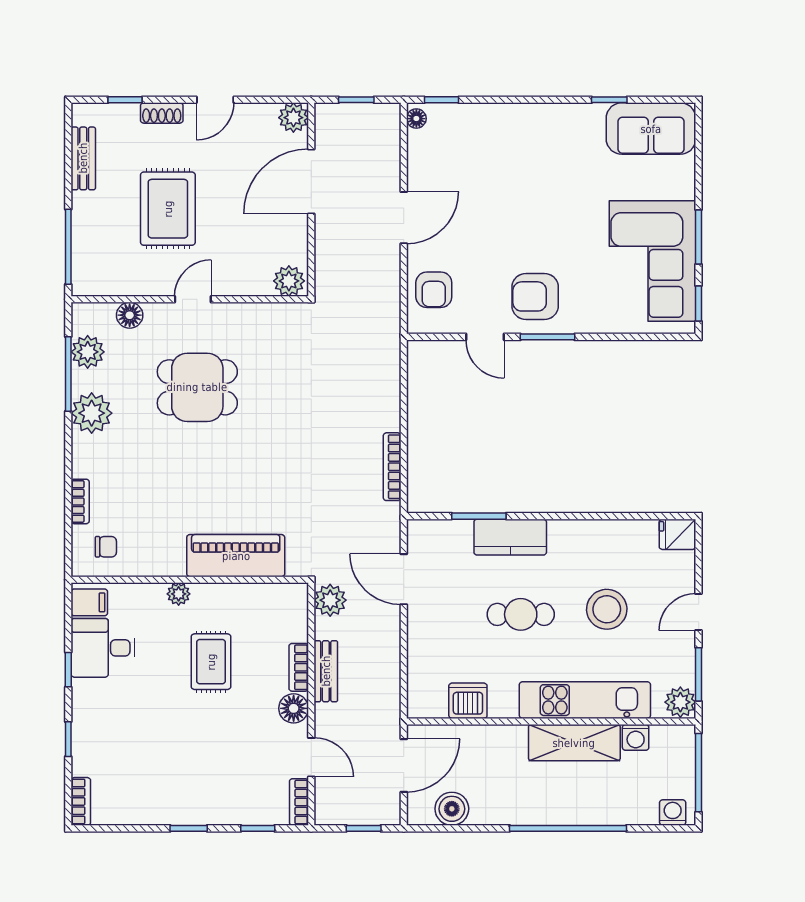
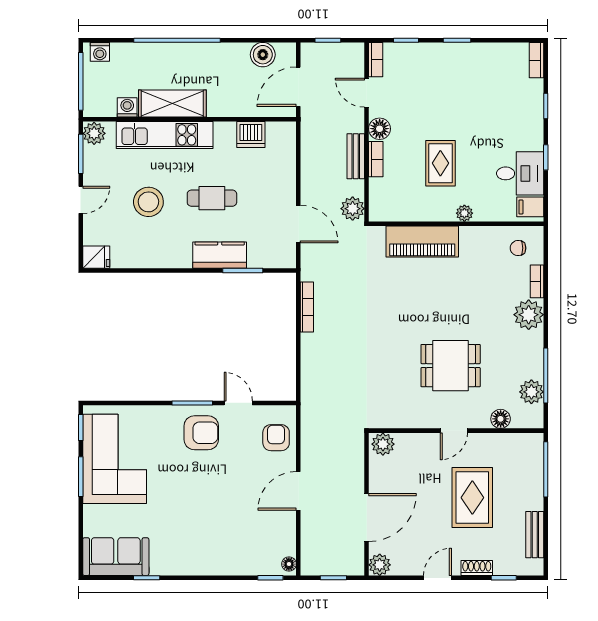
plant: (92, 413) -> (529, 315), moved

